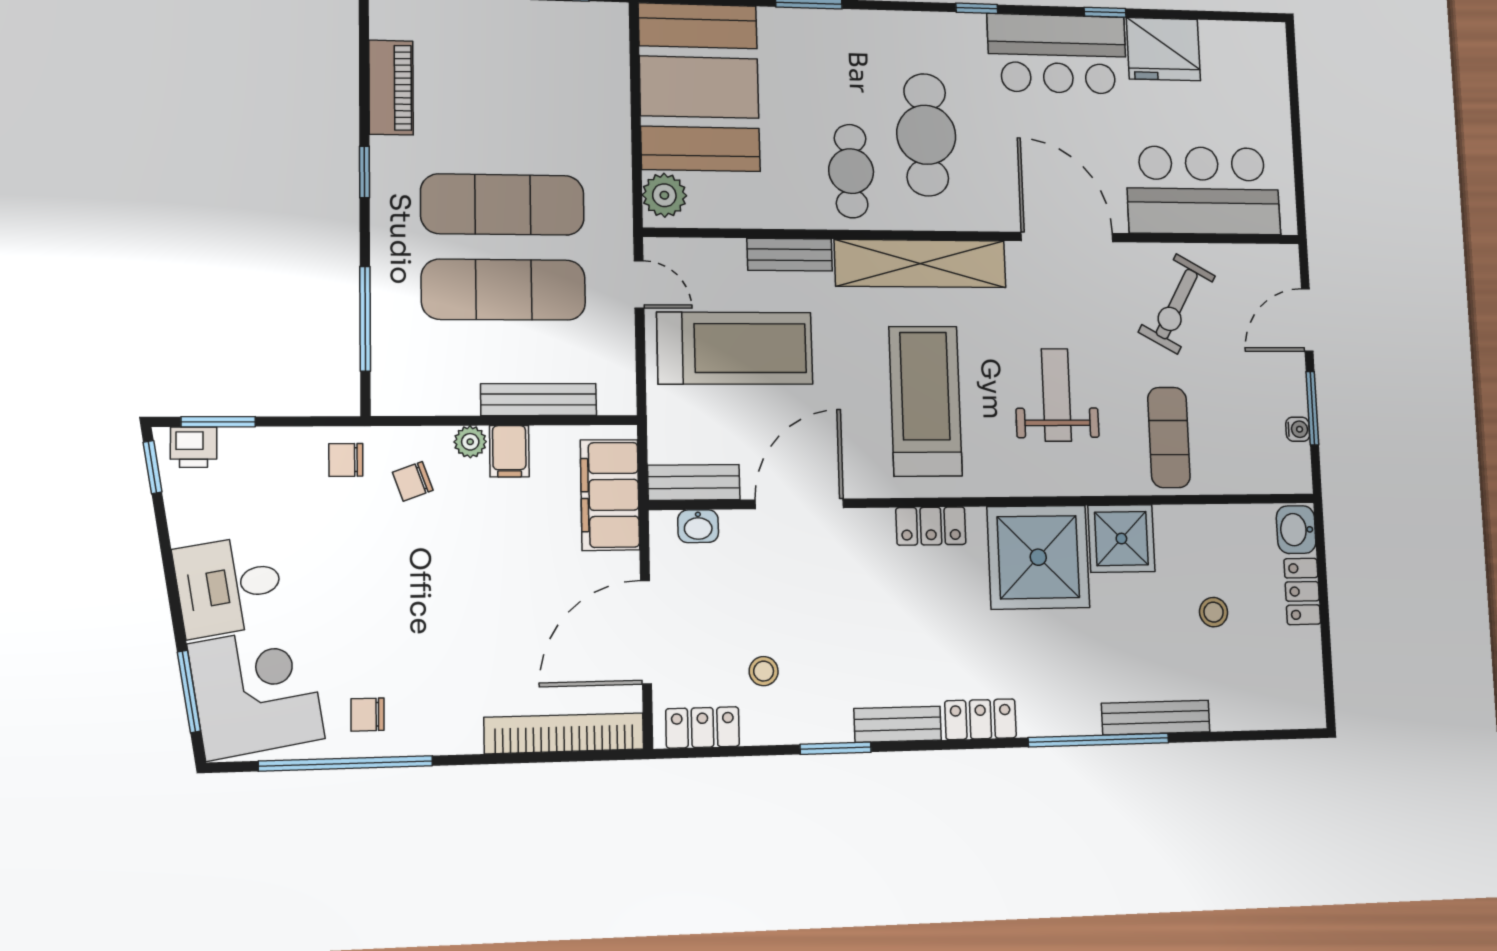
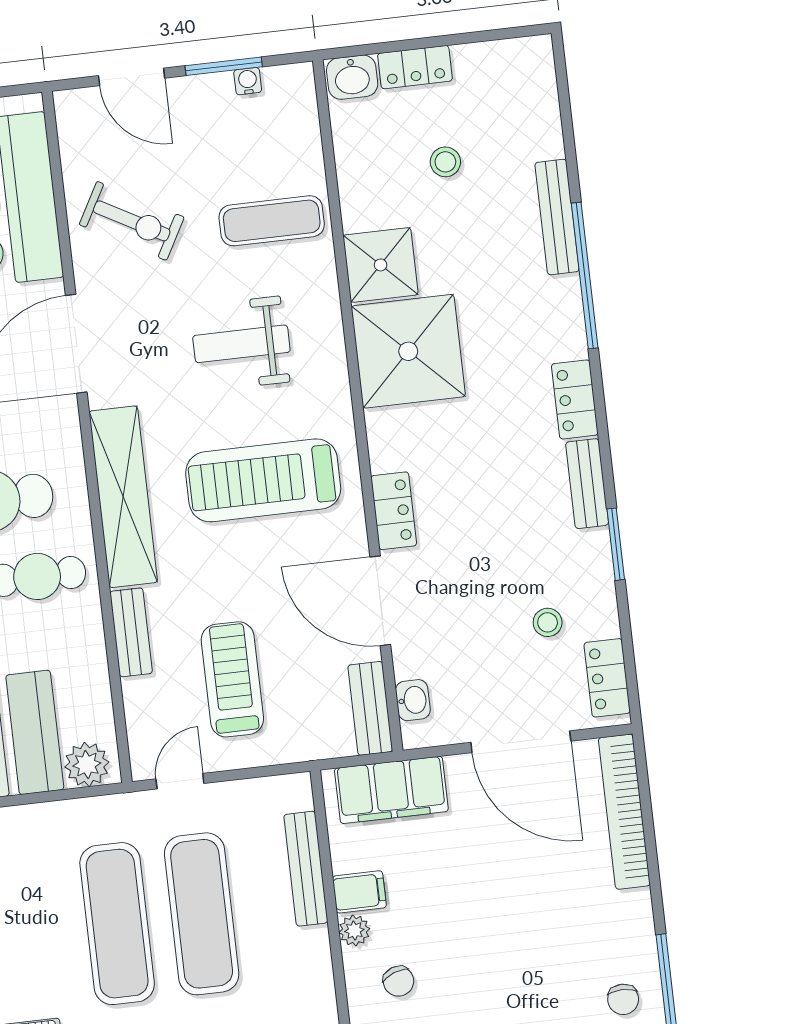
treadmill: (735, 348) -> (232, 679), width x0.73, depth x0.73
locker: (931, 526) -> (394, 511), moved

